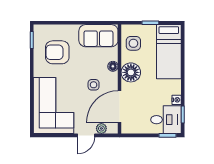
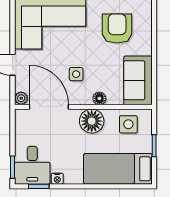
plant: (101, 128) -> (21, 98), moved

